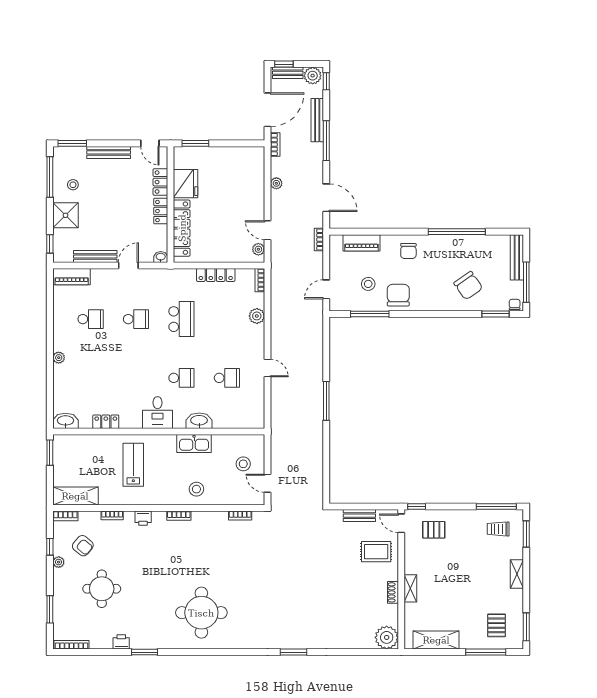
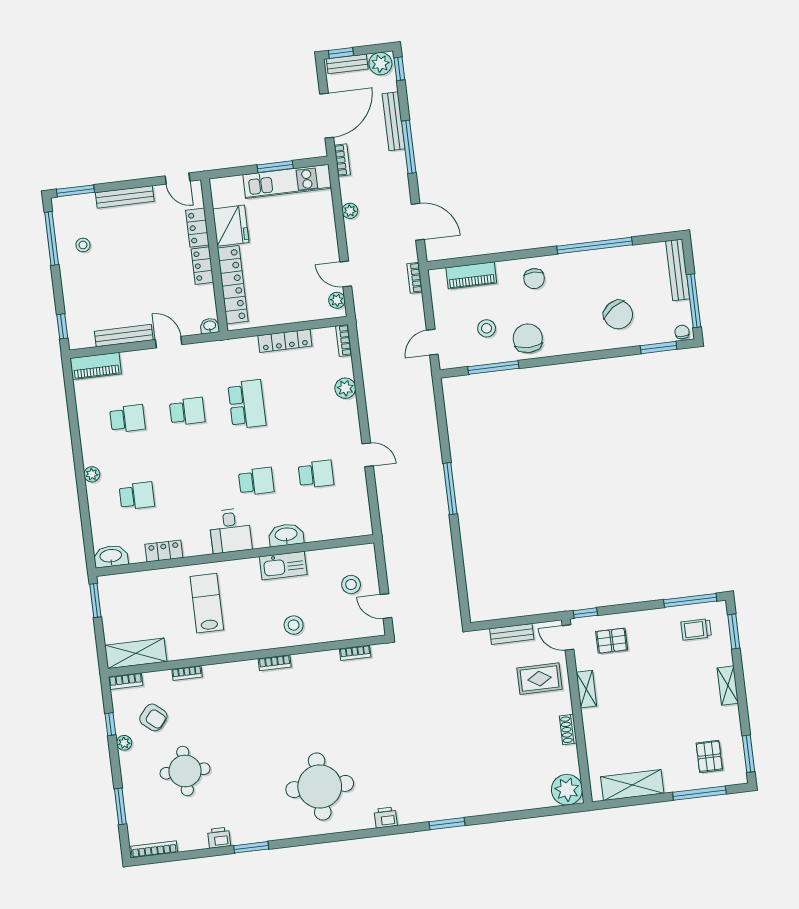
window: (195, 143) -> (275, 167), moved
kitchen unit: (232, 156) -> (287, 181), added
shower: (66, 215) -> (78, 286), removed
door: (128, 265) -> (169, 342), hinge flipped
school desk: (91, 378) -> (137, 496), added
printer: (143, 518) -> (386, 817), moved, turned 180
shelving: (410, 588) -> (586, 689), moved

